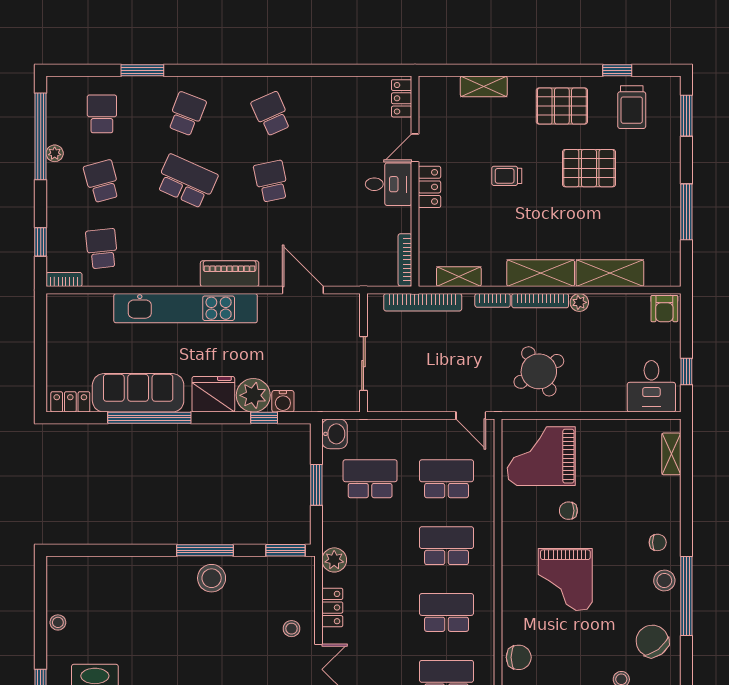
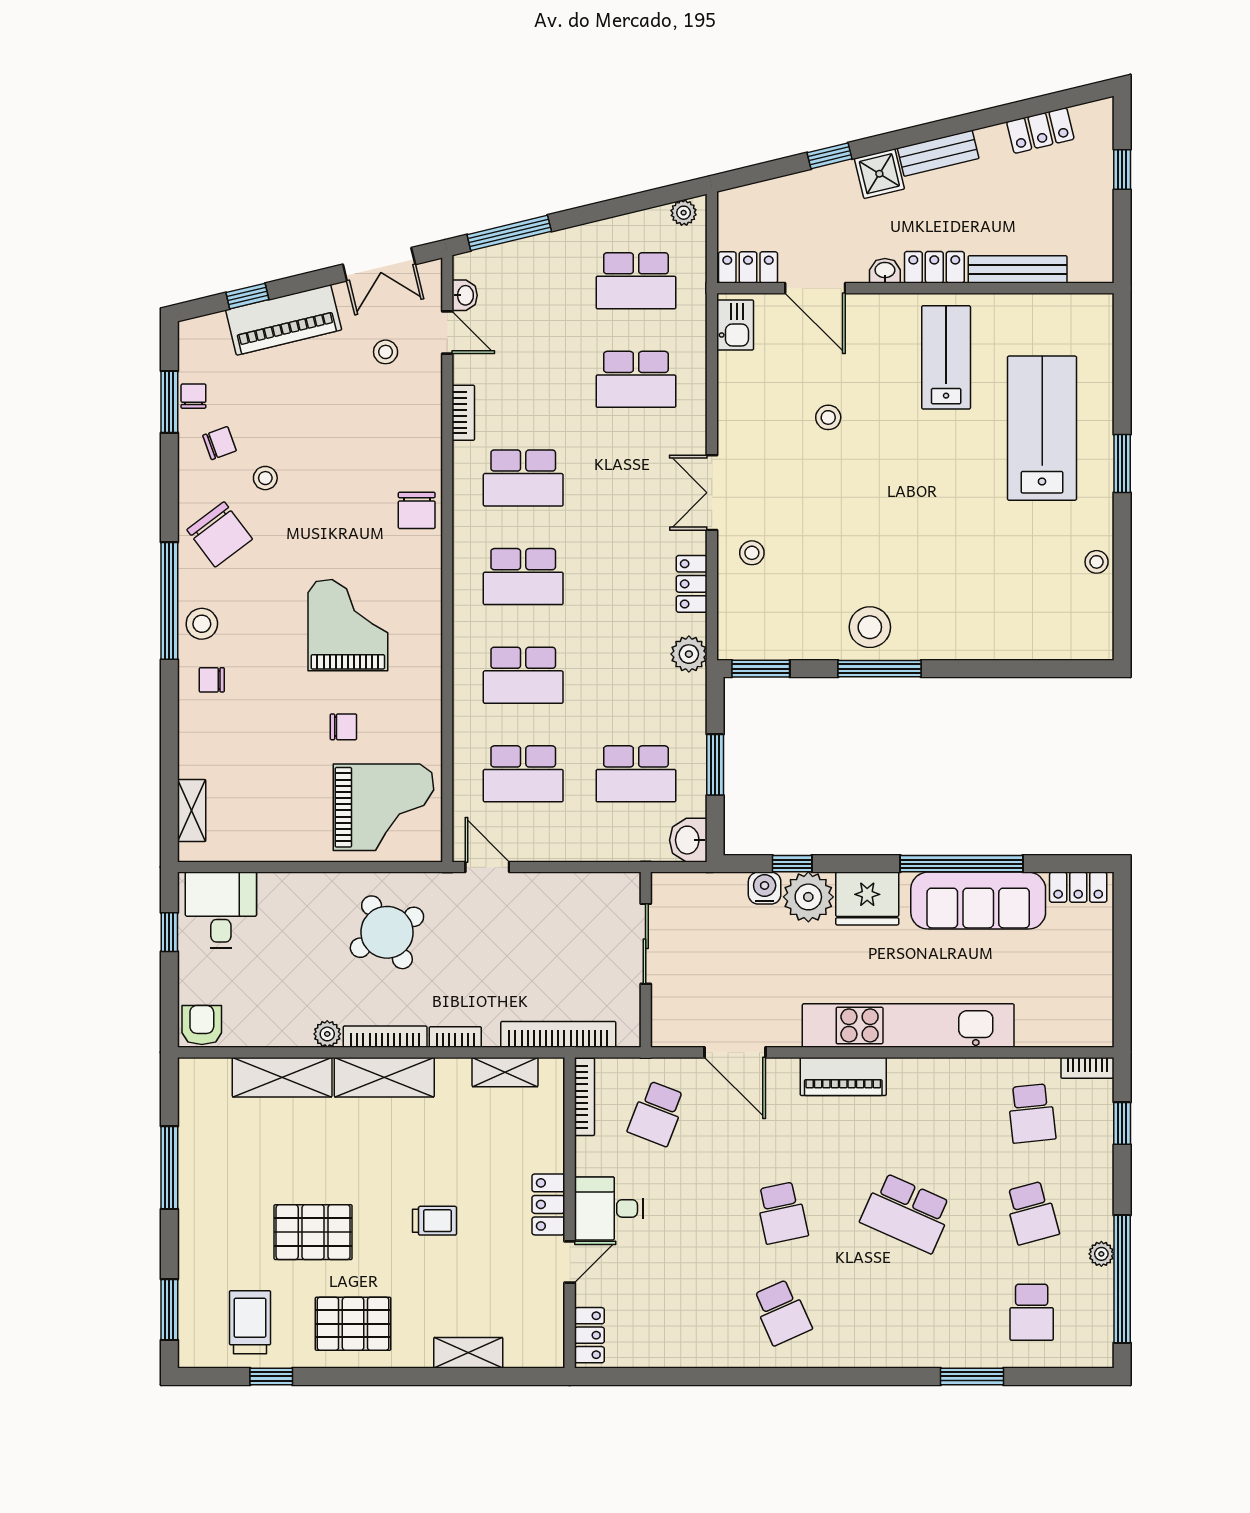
school desk: (187, 114) -> (657, 1113), moved
chair: (519, 657) -> (417, 510), turned -90

